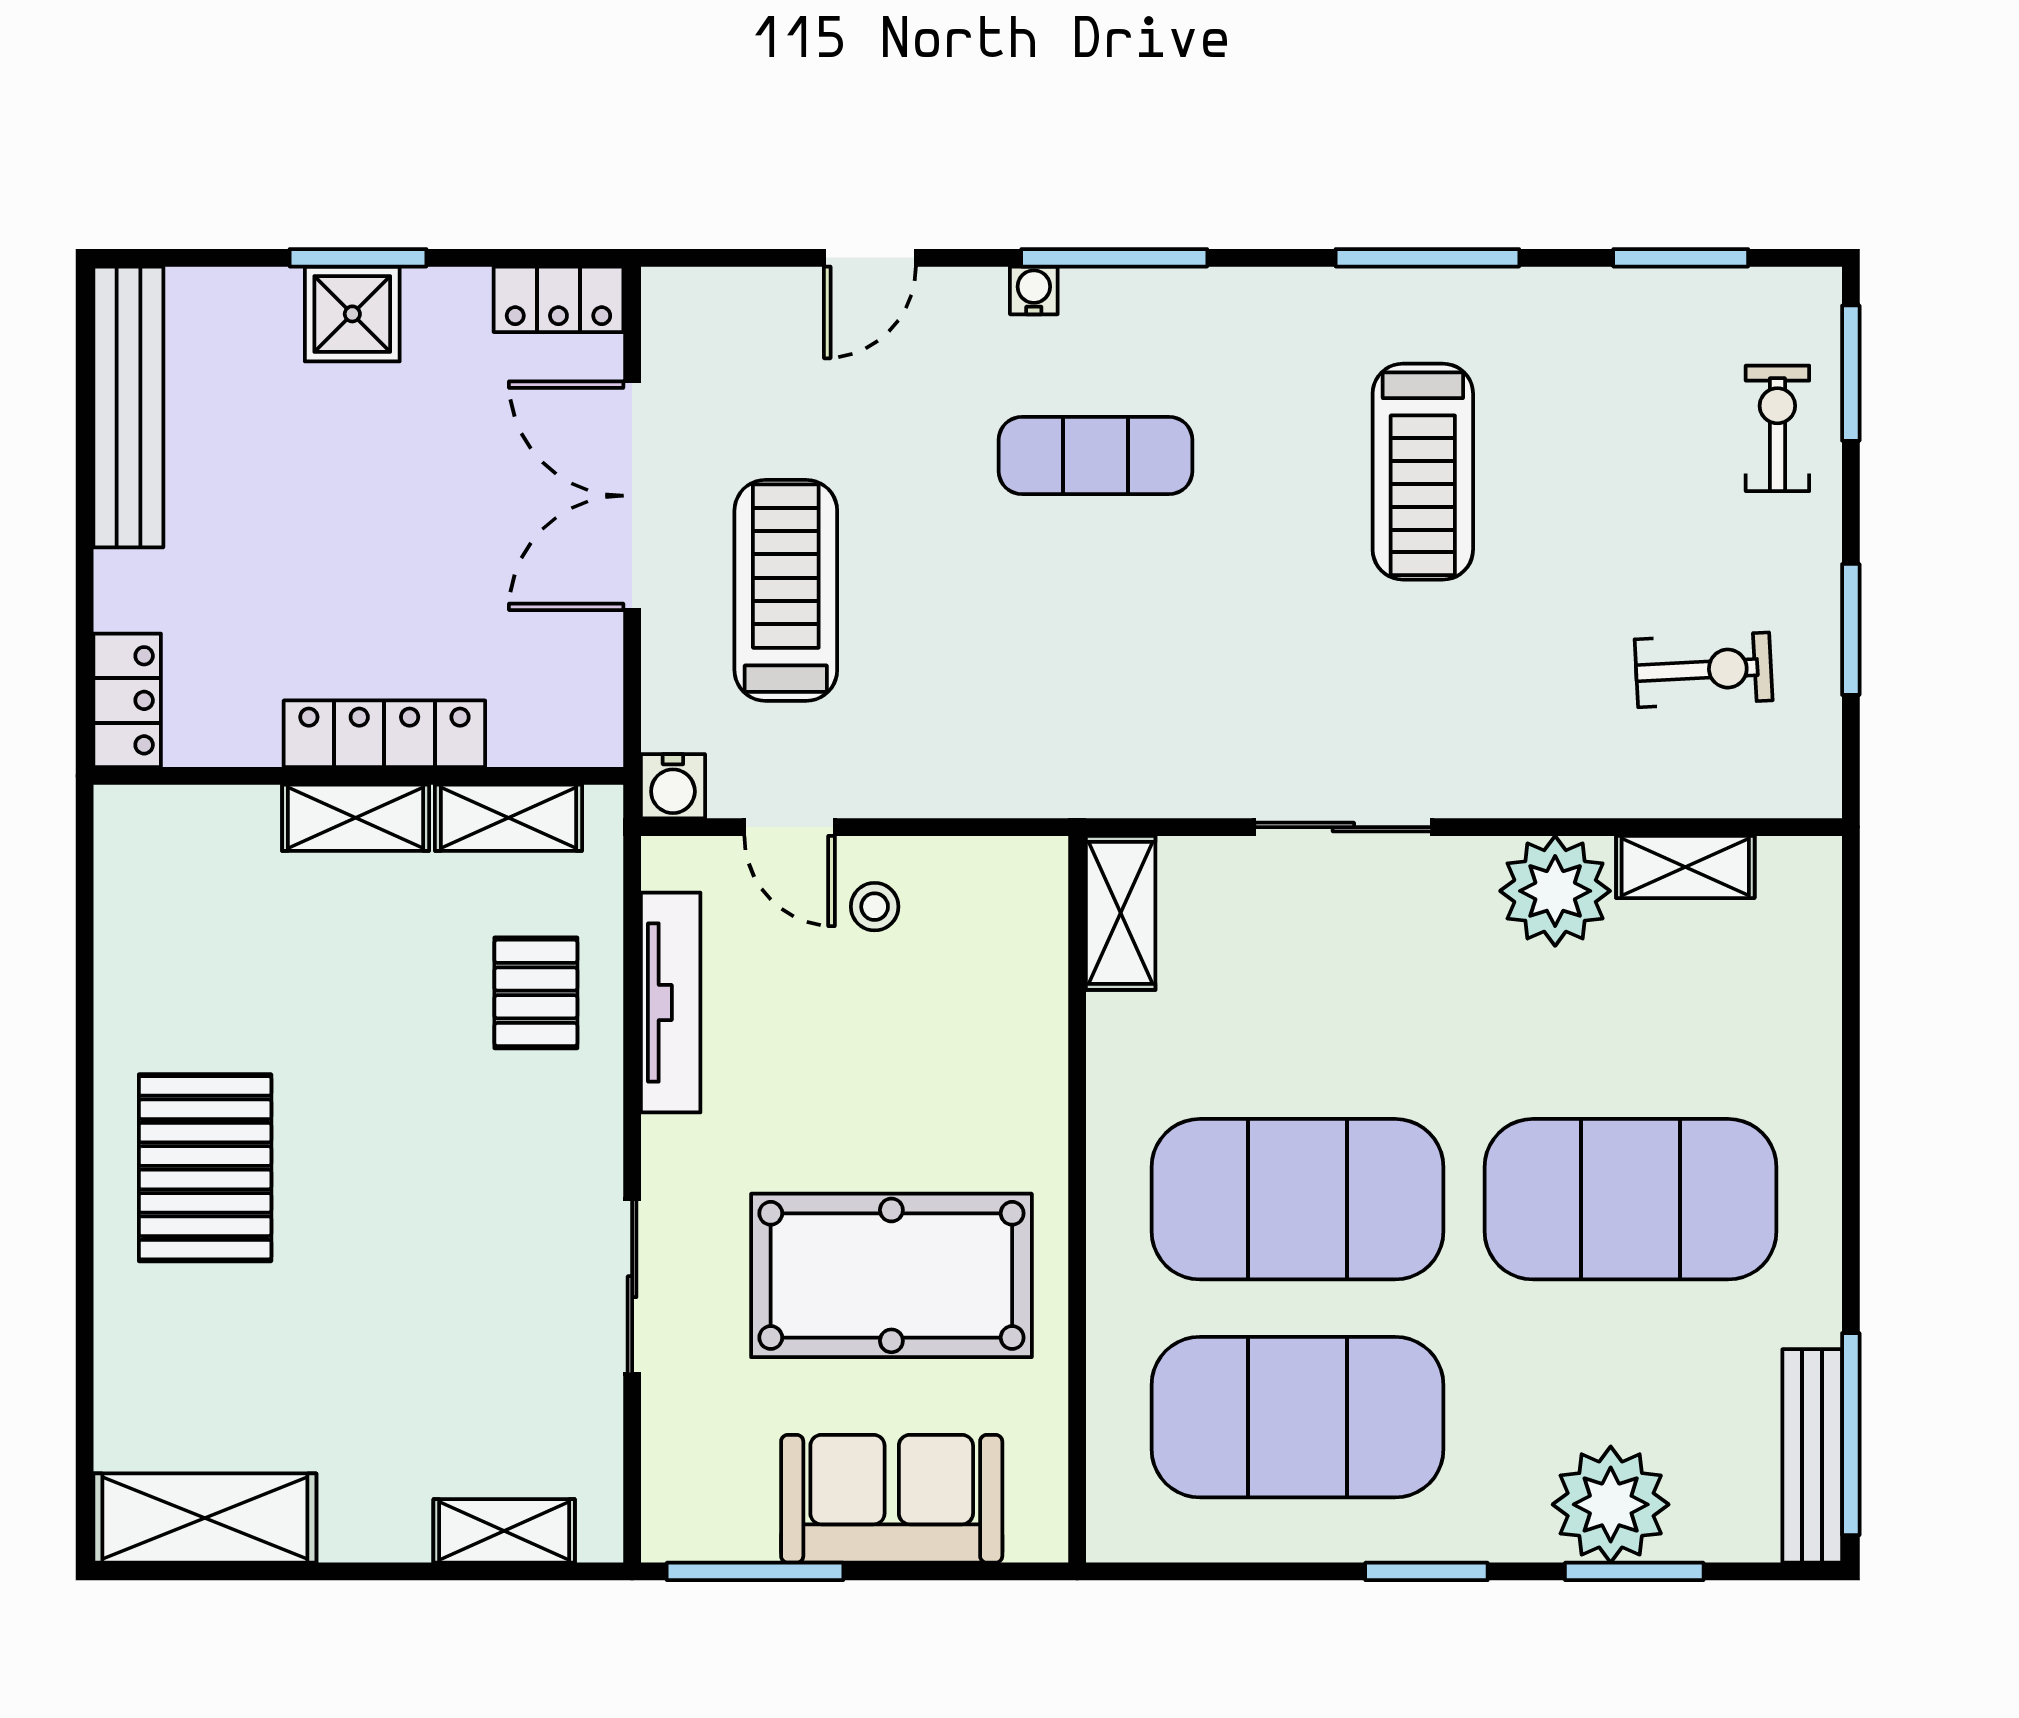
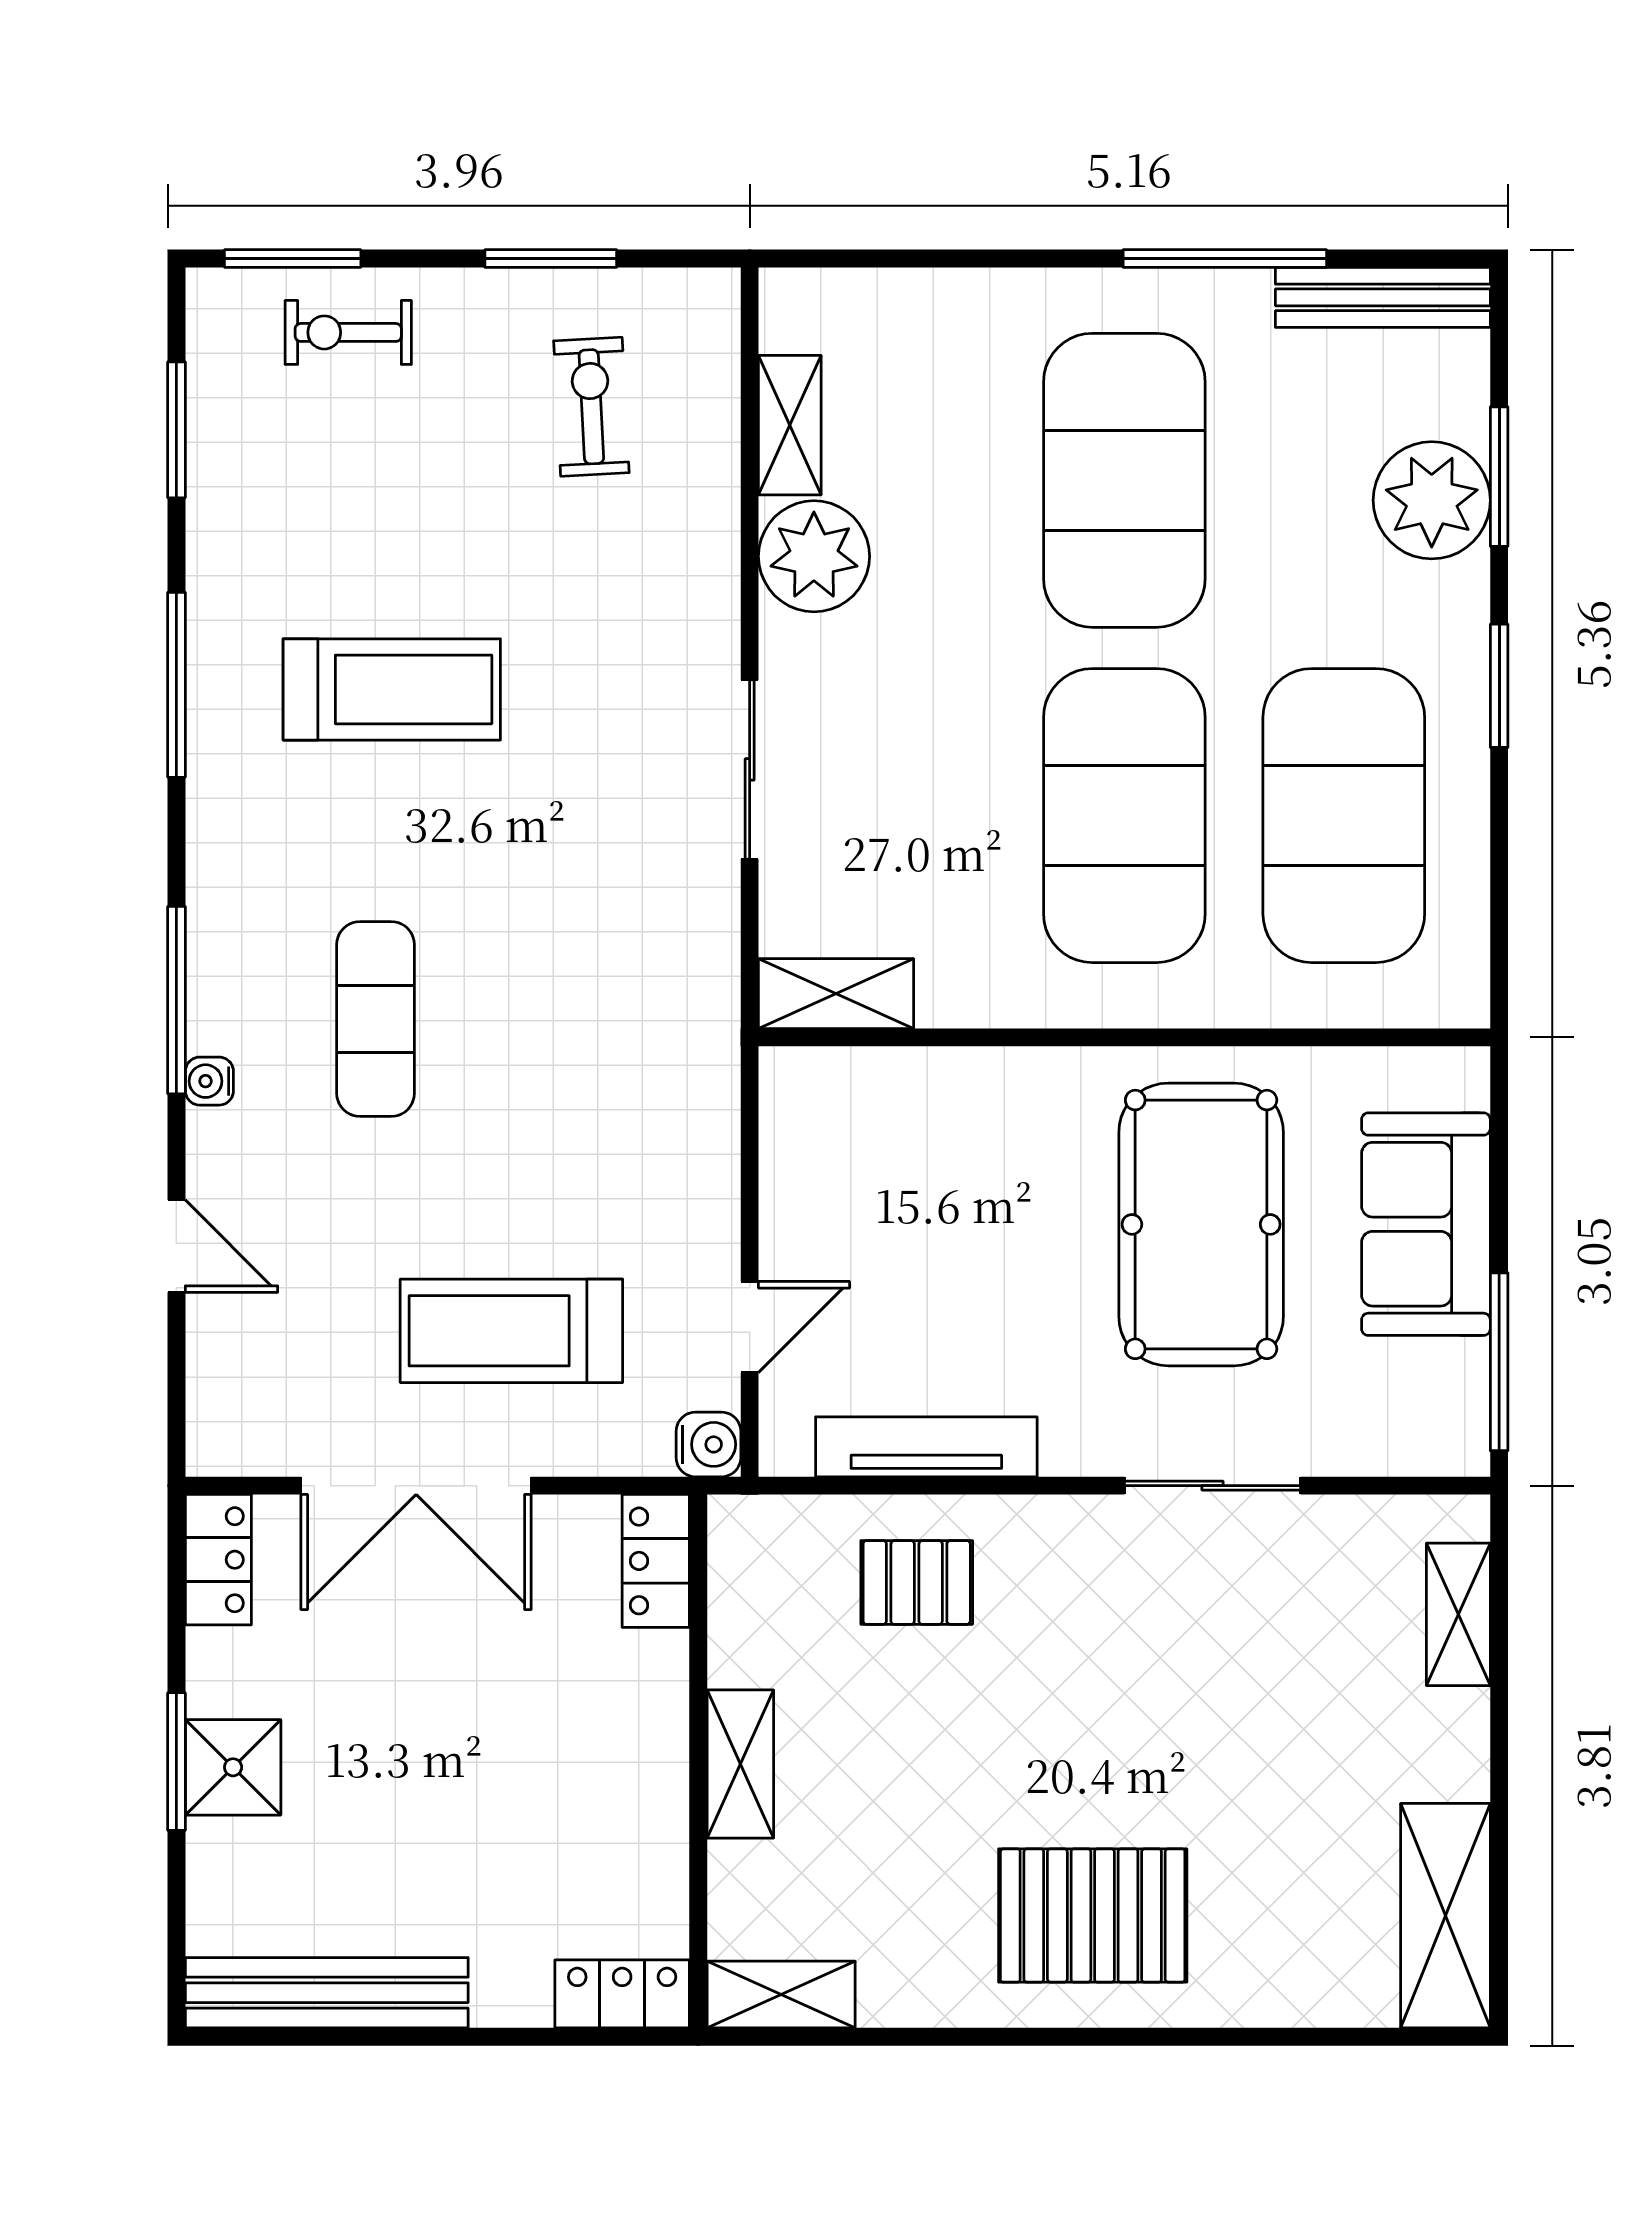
locker: (384, 734) -> (656, 1561), moved, width x0.66
shelving: (509, 818) -> (781, 1995), moved, turned 90
stool: (875, 907) -> (830, 1241), removed
window: (1851, 1434) -> (1225, 258), moved

